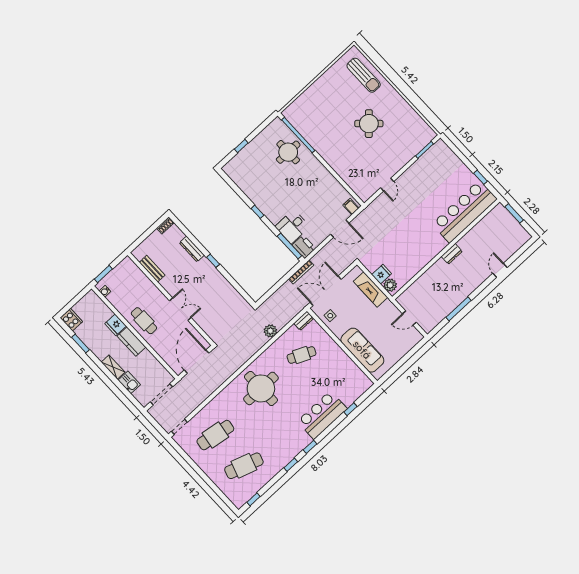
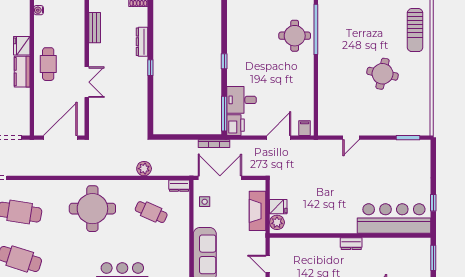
round table: (369, 124) -> (383, 74), turned -31
door: (340, 229) -> (279, 138), swing flipped

